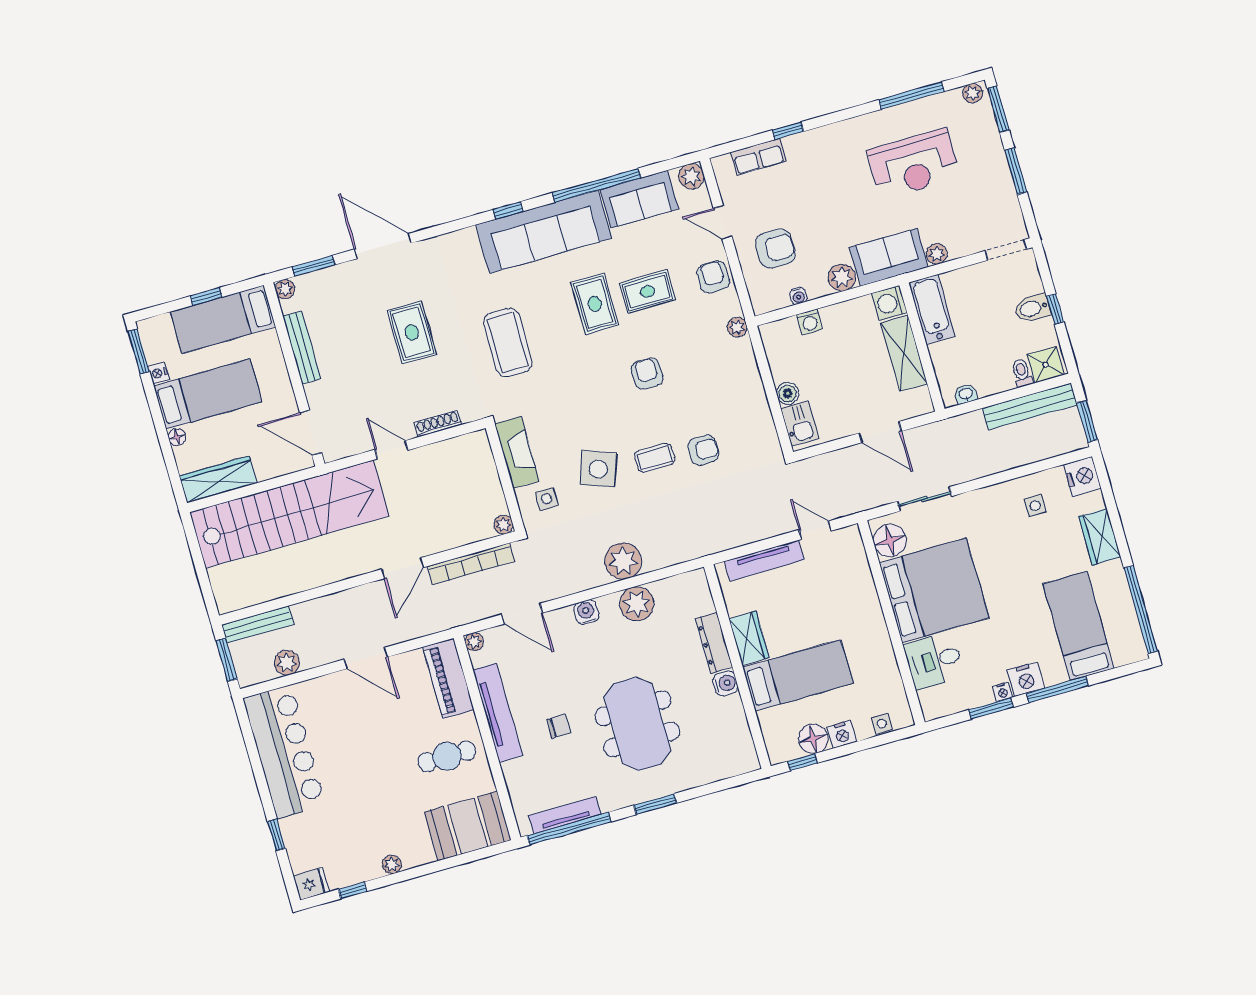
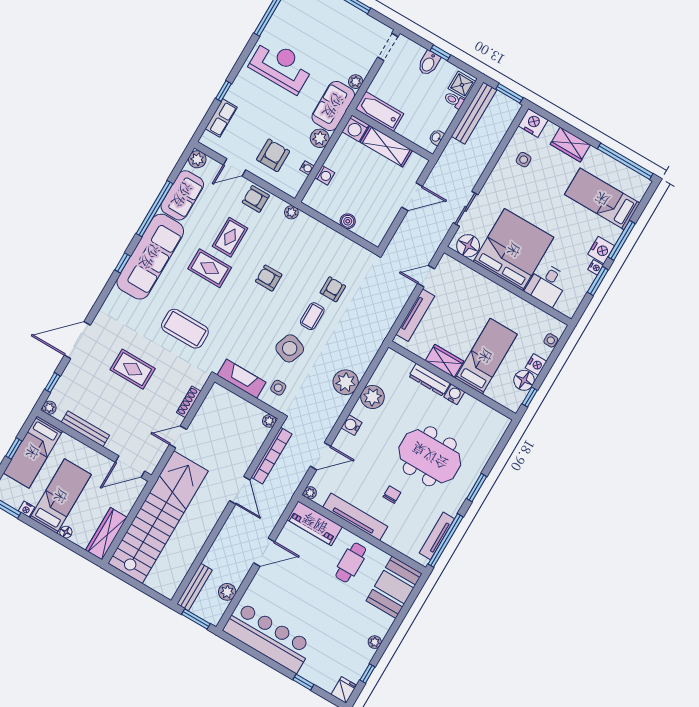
reception desk: (914, 164) -> (281, 66), moved, turned -90
window: (314, 266) -> (52, 383), width x0.67
kitchen sink: (800, 424) -> (368, 231), removed

